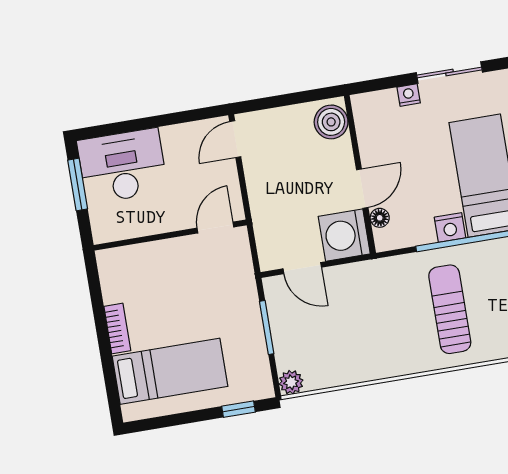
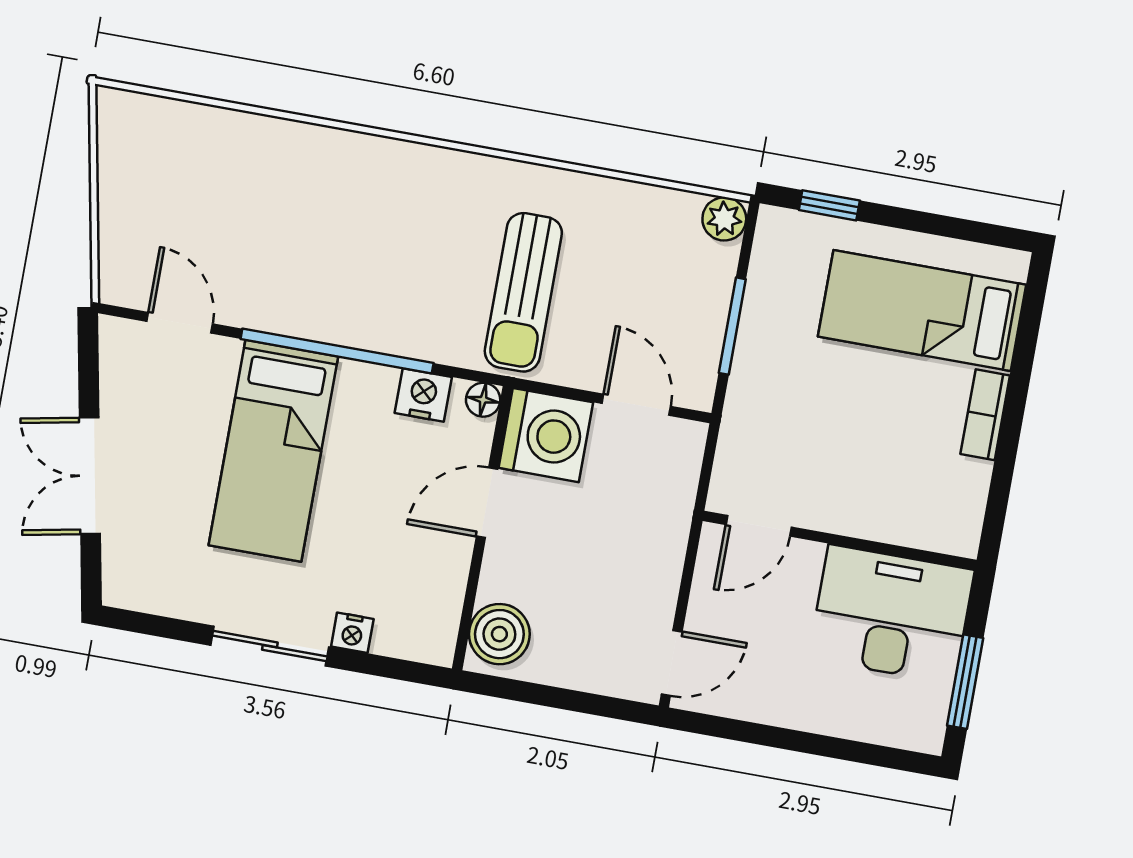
desk: (122, 166) -> (891, 614), moved, turned 180
floor lamp: (380, 218) -> (483, 400), moved
nightstand: (450, 227) -> (423, 395), moved
sun lounger: (450, 309) -> (523, 292), moved

